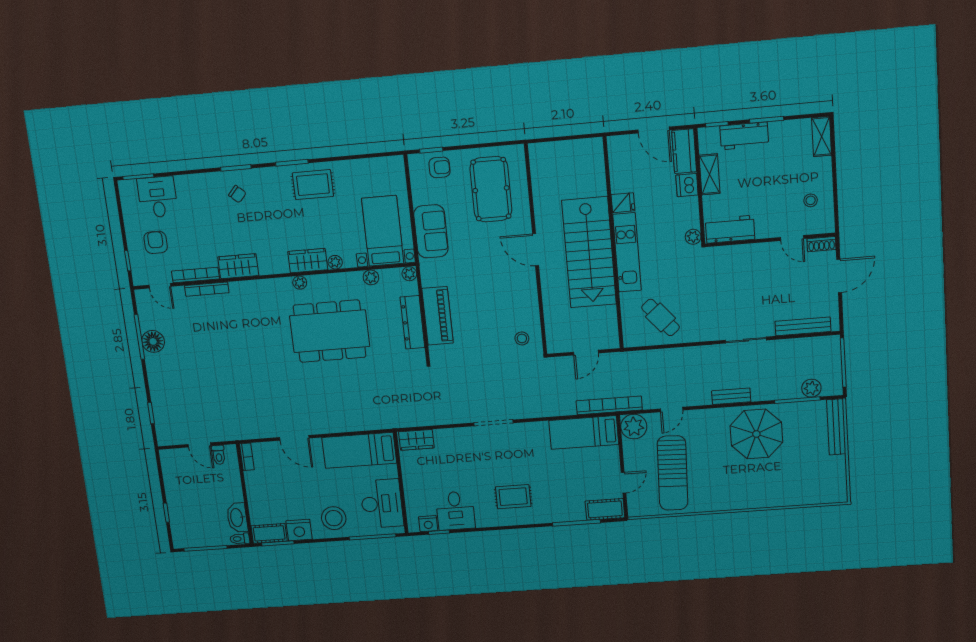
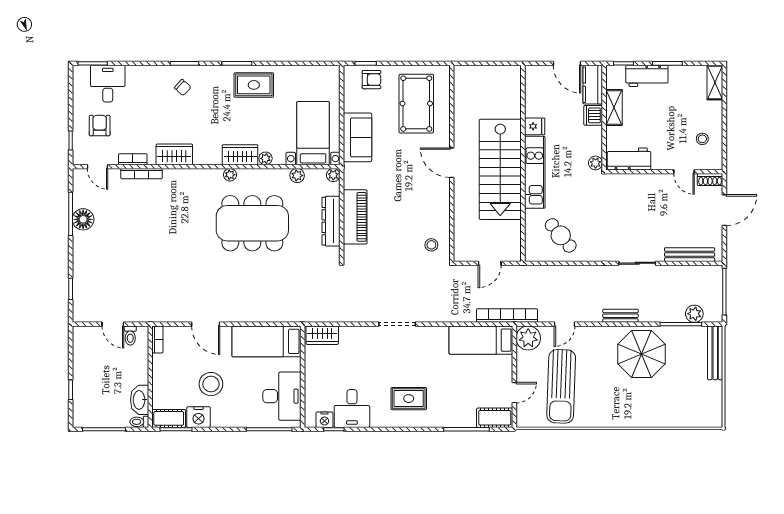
bookcase: (195, 275) -> (133, 159), width x0.64
stool: (334, 518) -> (211, 384), moved

